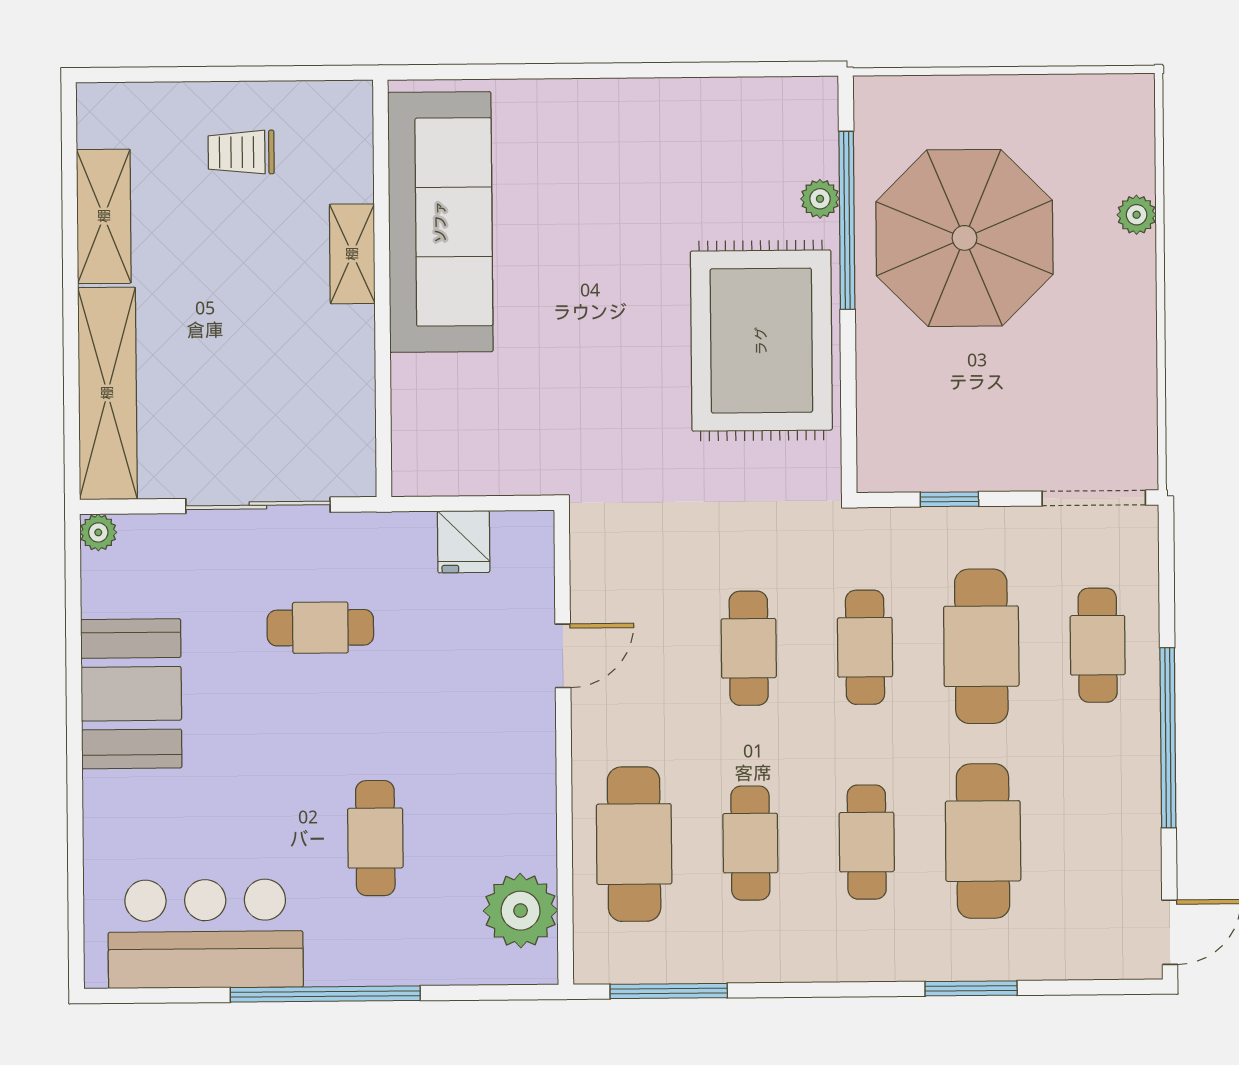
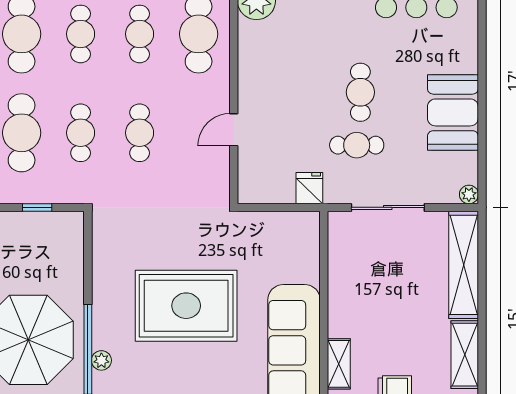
shelving: (352, 254) -> (339, 364), moved
rug: (761, 341) -> (186, 306), moved, turned 90
fridge: (464, 542) -> (309, 188), moved
cafe table: (375, 838) -> (360, 92), moved

